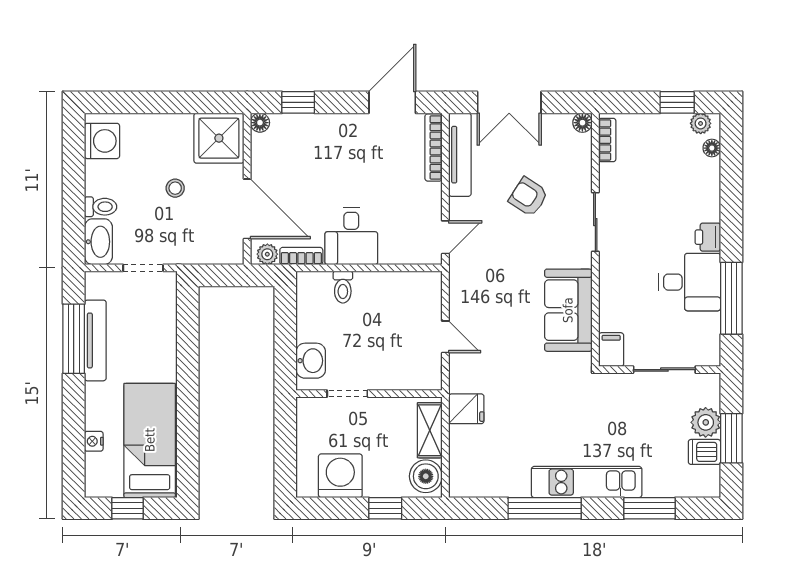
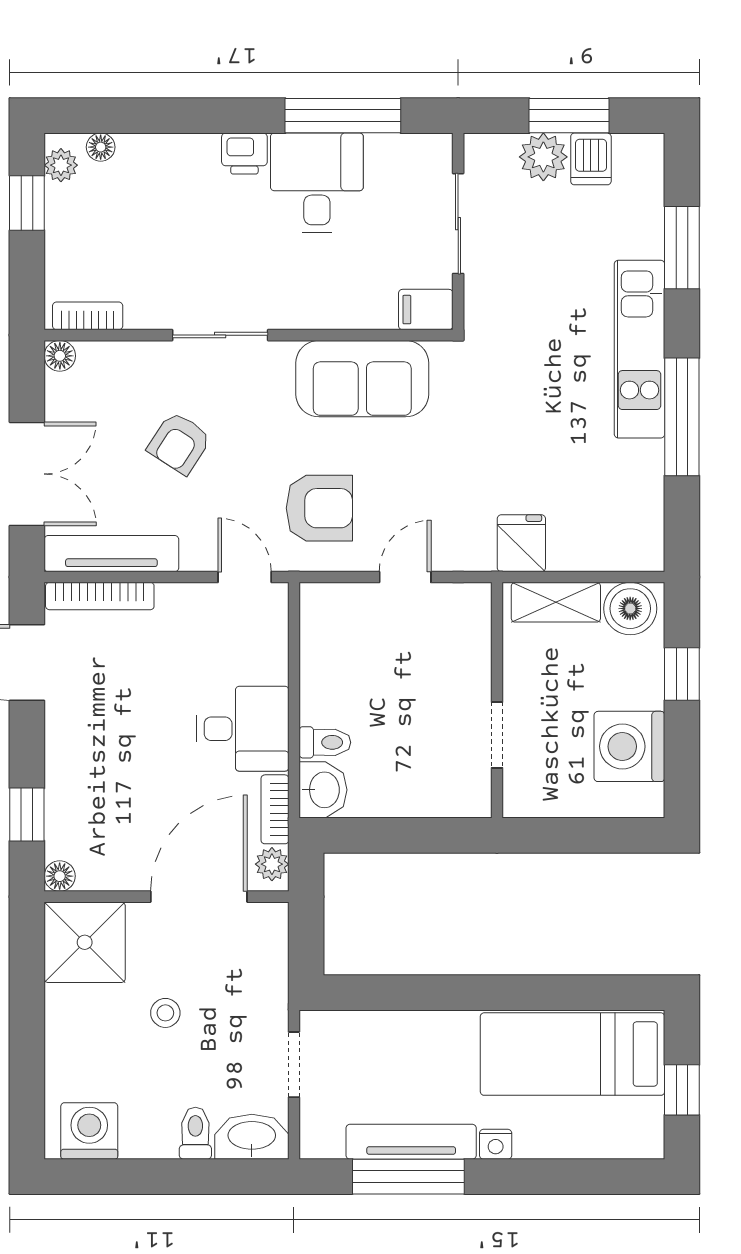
armchair: (488, 284) -> (319, 508), added
washbasin: (311, 361) -> (323, 790), moved, turned 90
nightstand: (94, 441) -> (496, 1144), moved

